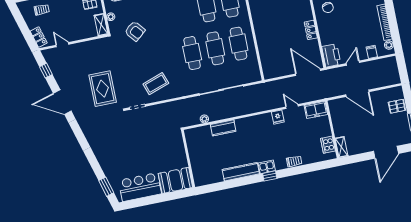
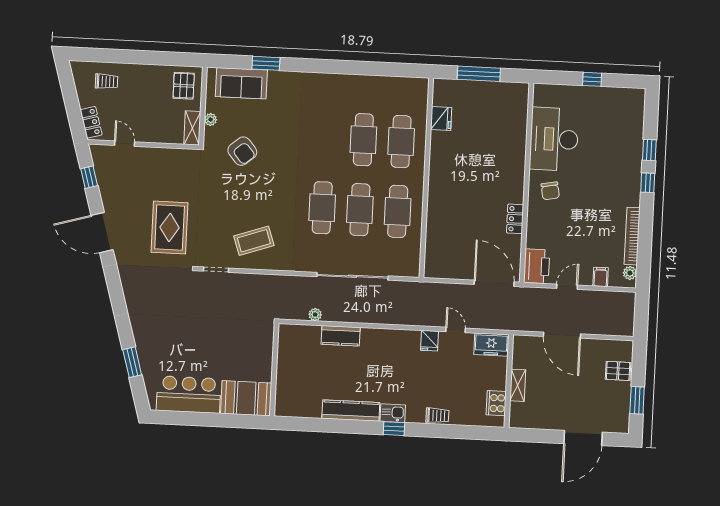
shelving: (342, 147) -> (518, 385), moved
window: (106, 187) -> (132, 362), moved

